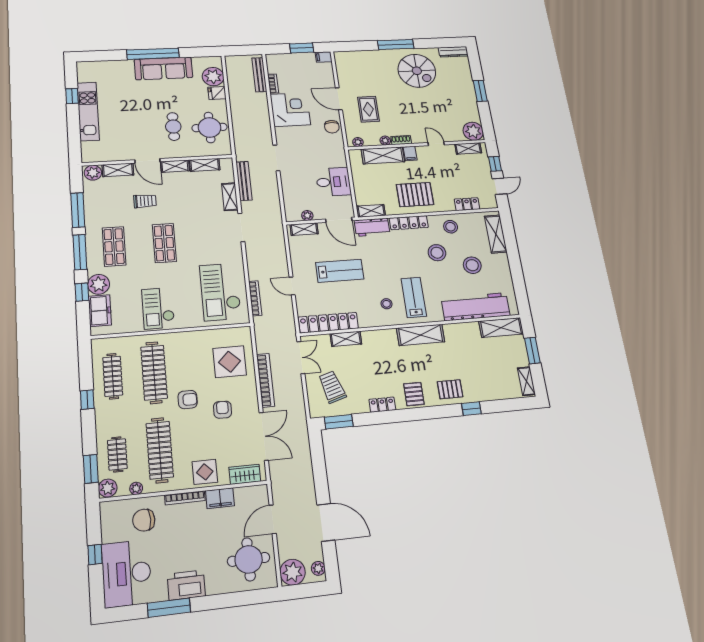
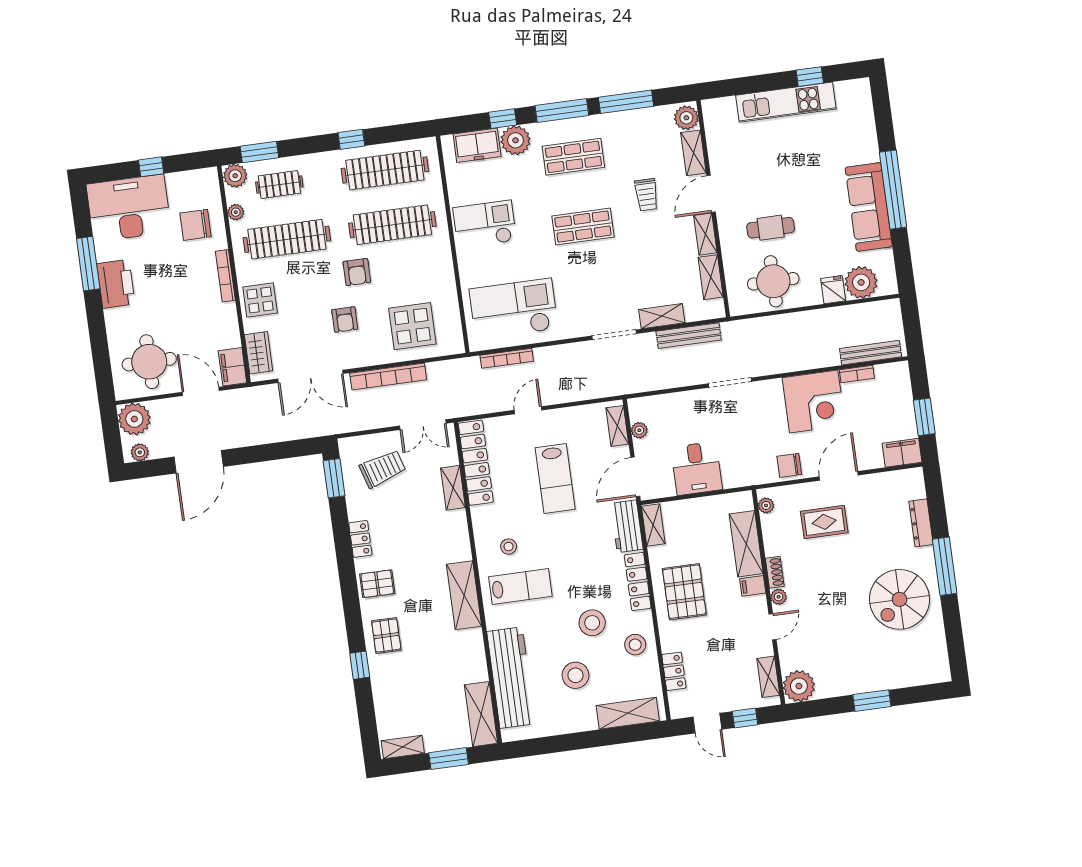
dresser: (453, 52) -> (921, 523), moved
filing cabinet: (324, 57) -> (902, 453), width x2.00
plant: (385, 141) -> (779, 597), moved
clothes rail: (113, 376) -> (385, 170), width x1.37, depth x1.31
armchair: (223, 410) -> (345, 320), turned 88
filing cabinet: (220, 498) -> (232, 367), moved
chair: (144, 520) -> (195, 225), turned -90

